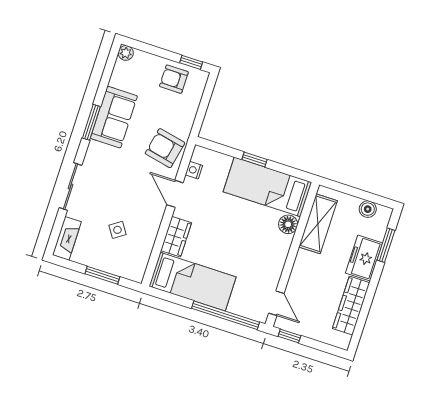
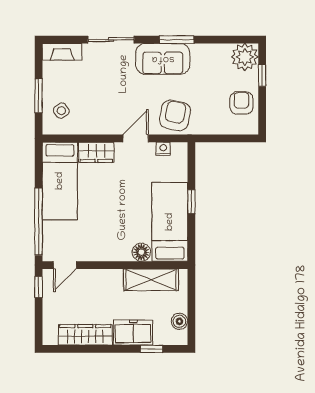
plant: (126, 53) -> (245, 57), width x1.88, depth x1.88
window: (191, 62) -> (262, 75), moved
sofa: (114, 117) -> (163, 59), moved
side table: (117, 230) -> (61, 111), moved
window: (386, 245) -> (152, 349), width x0.67

